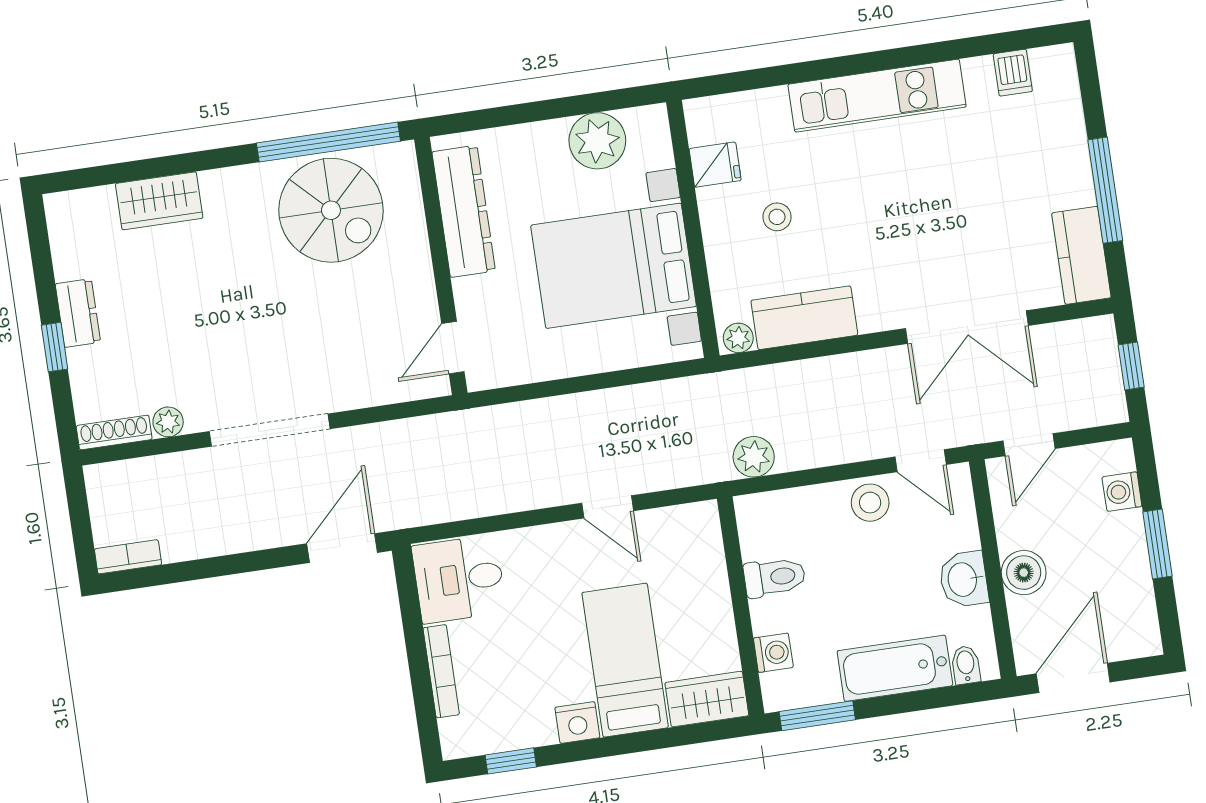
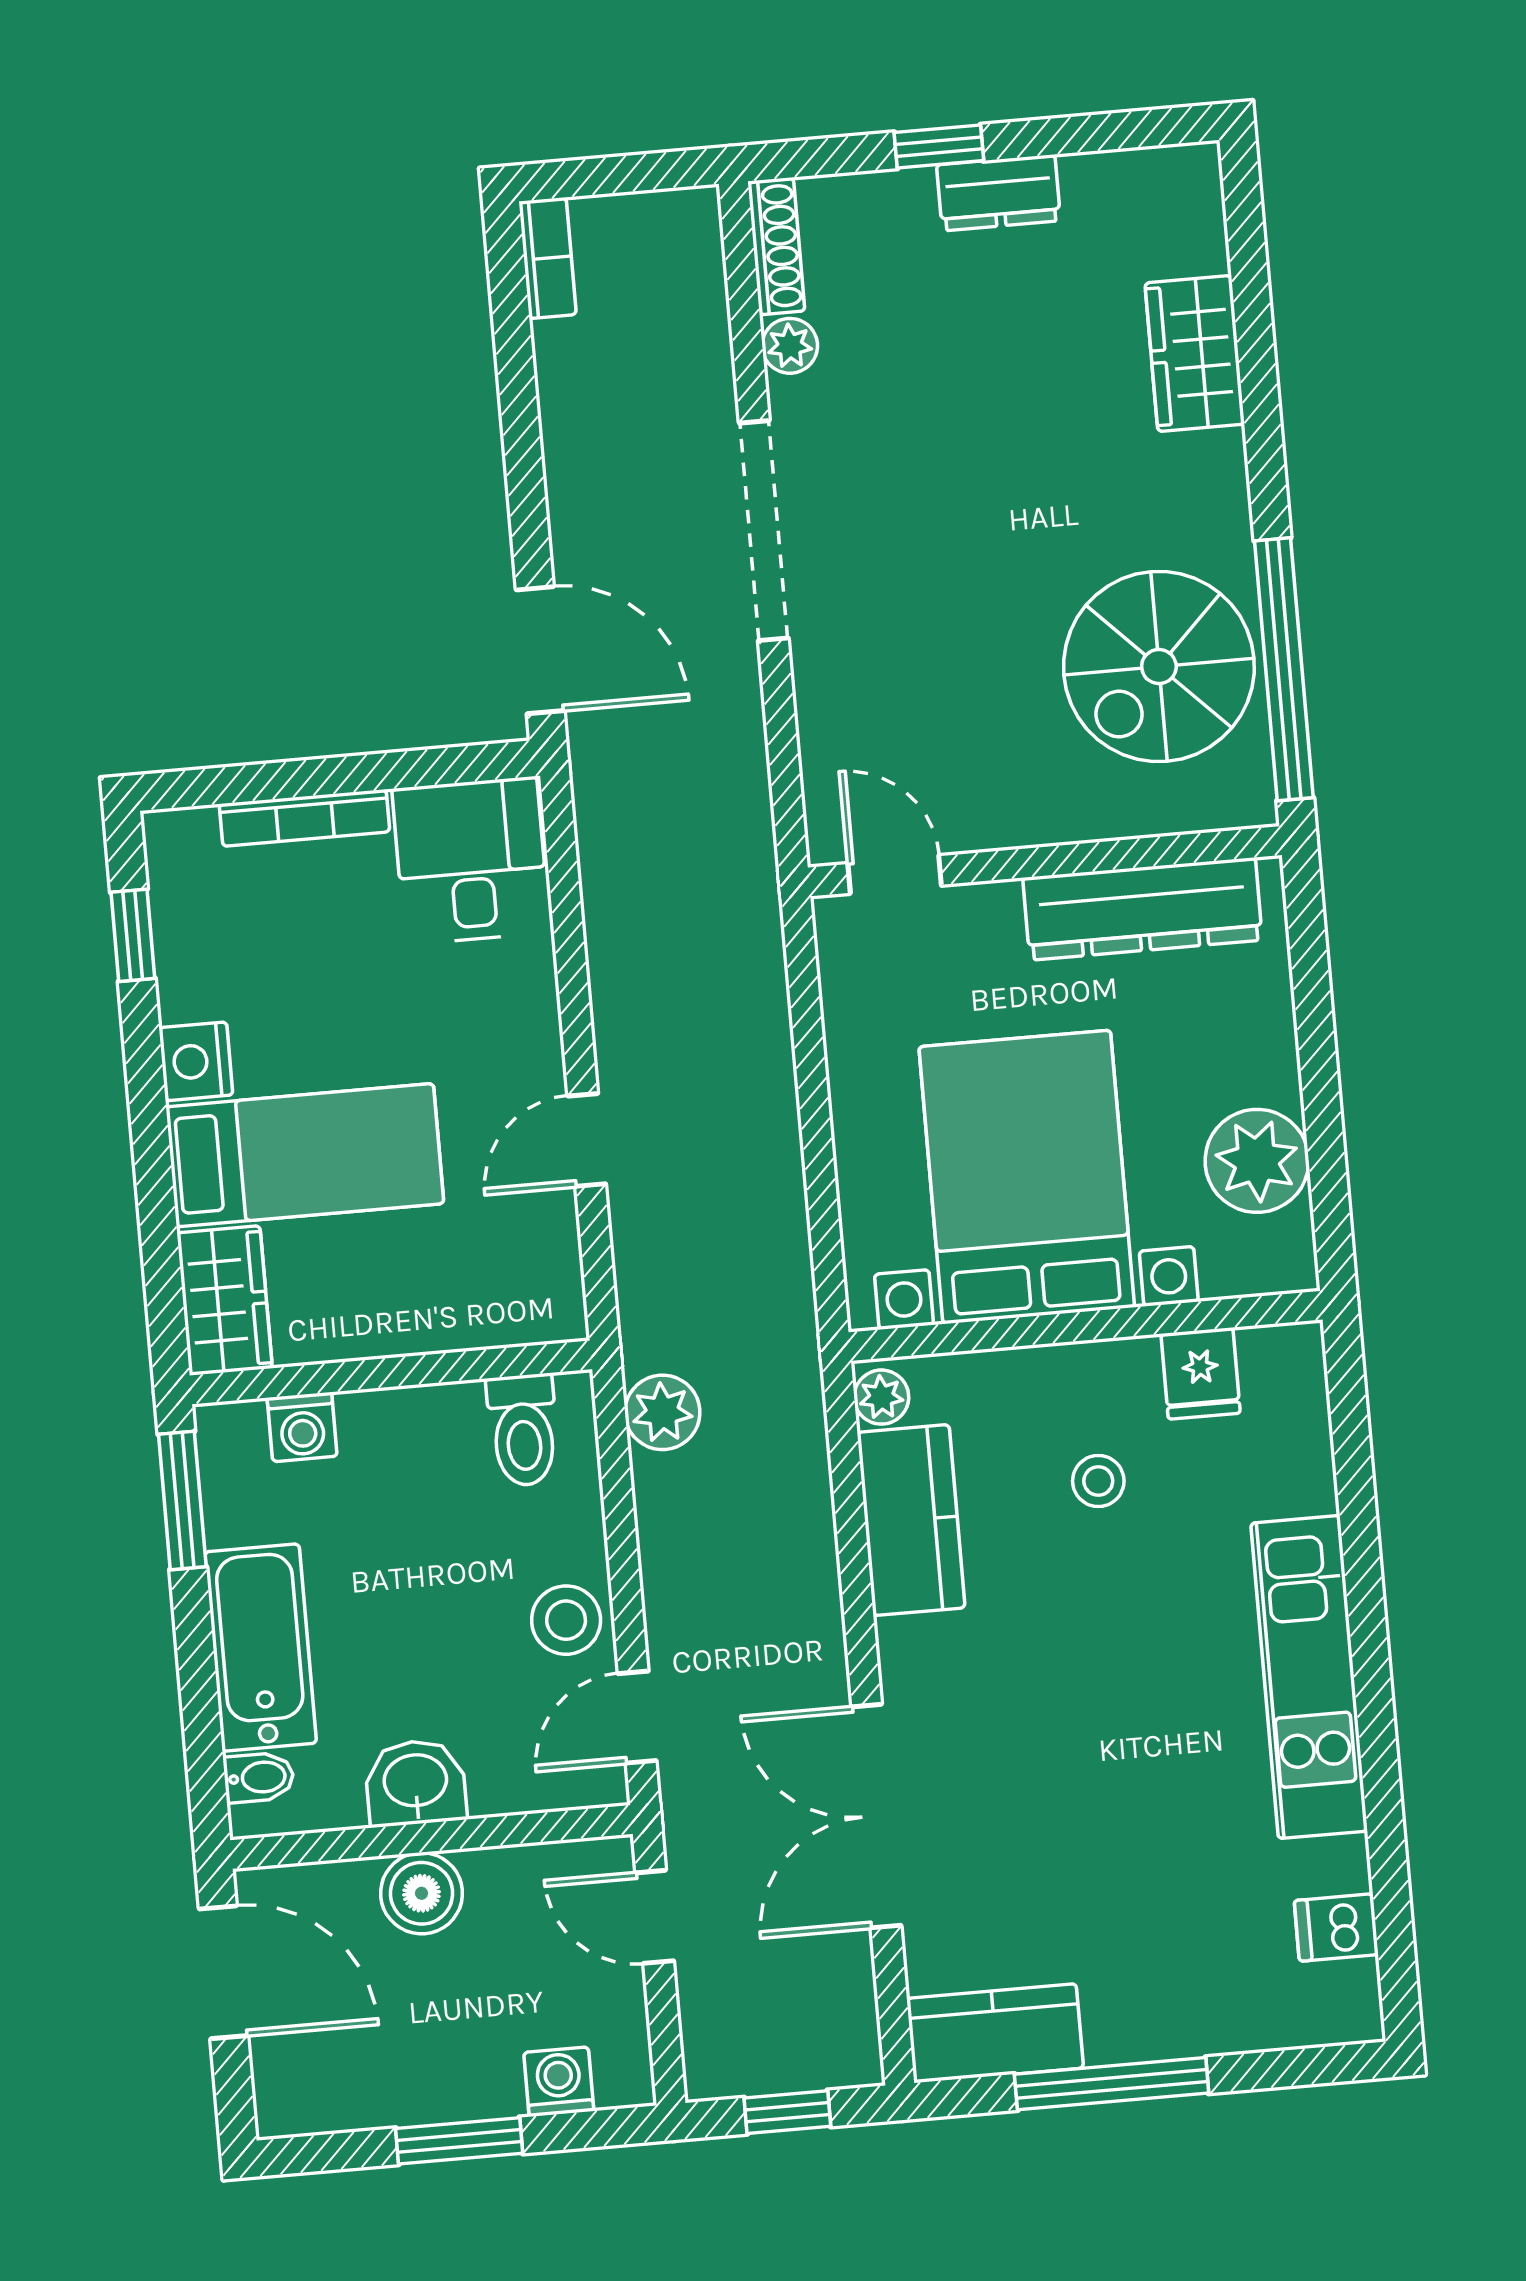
toilet: (775, 577) -> (523, 1430), moved

